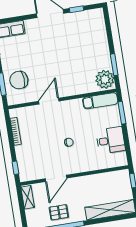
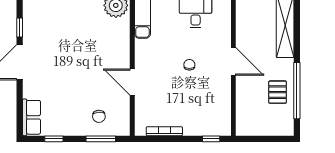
chair: (19, 80) -> (99, 116), width x0.54, depth x0.54
door: (56, 178) -> (233, 61), moved
shelving: (28, 197) -> (252, 129), removed

